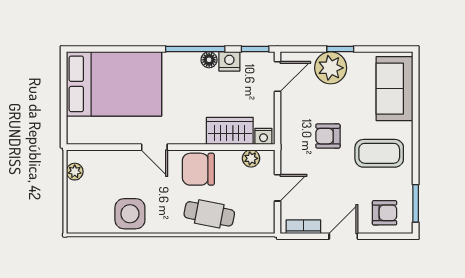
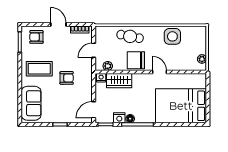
plant: (331, 68) -> (65, 114), removed
chair: (198, 169) -> (136, 60), turned 180
door: (343, 236) -> (58, 24), swing flipped

